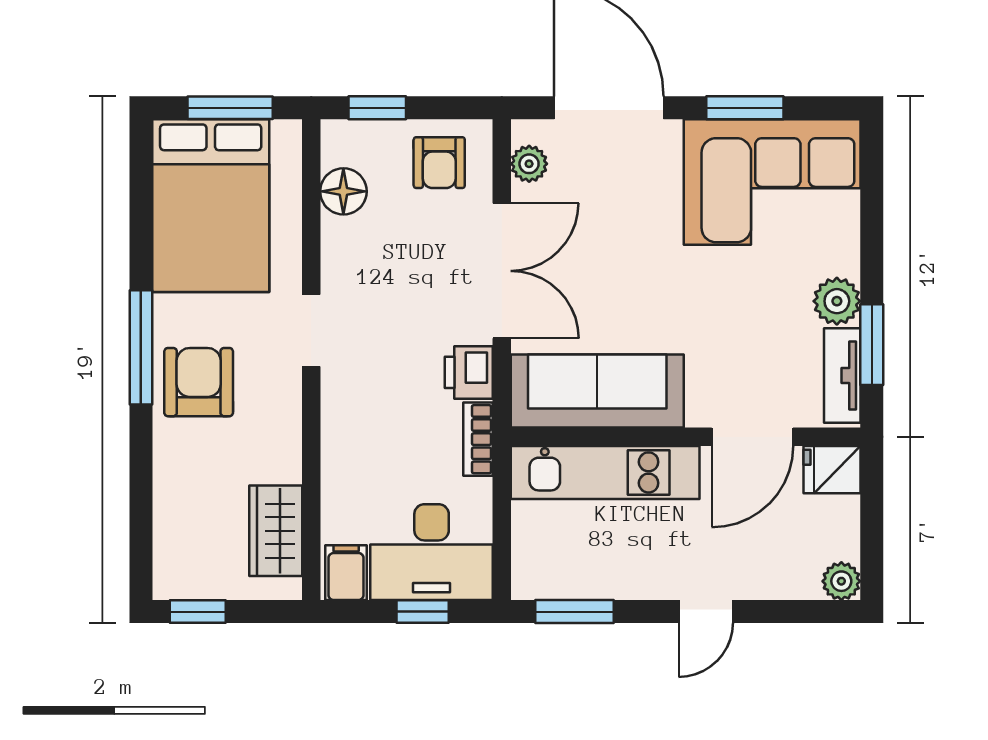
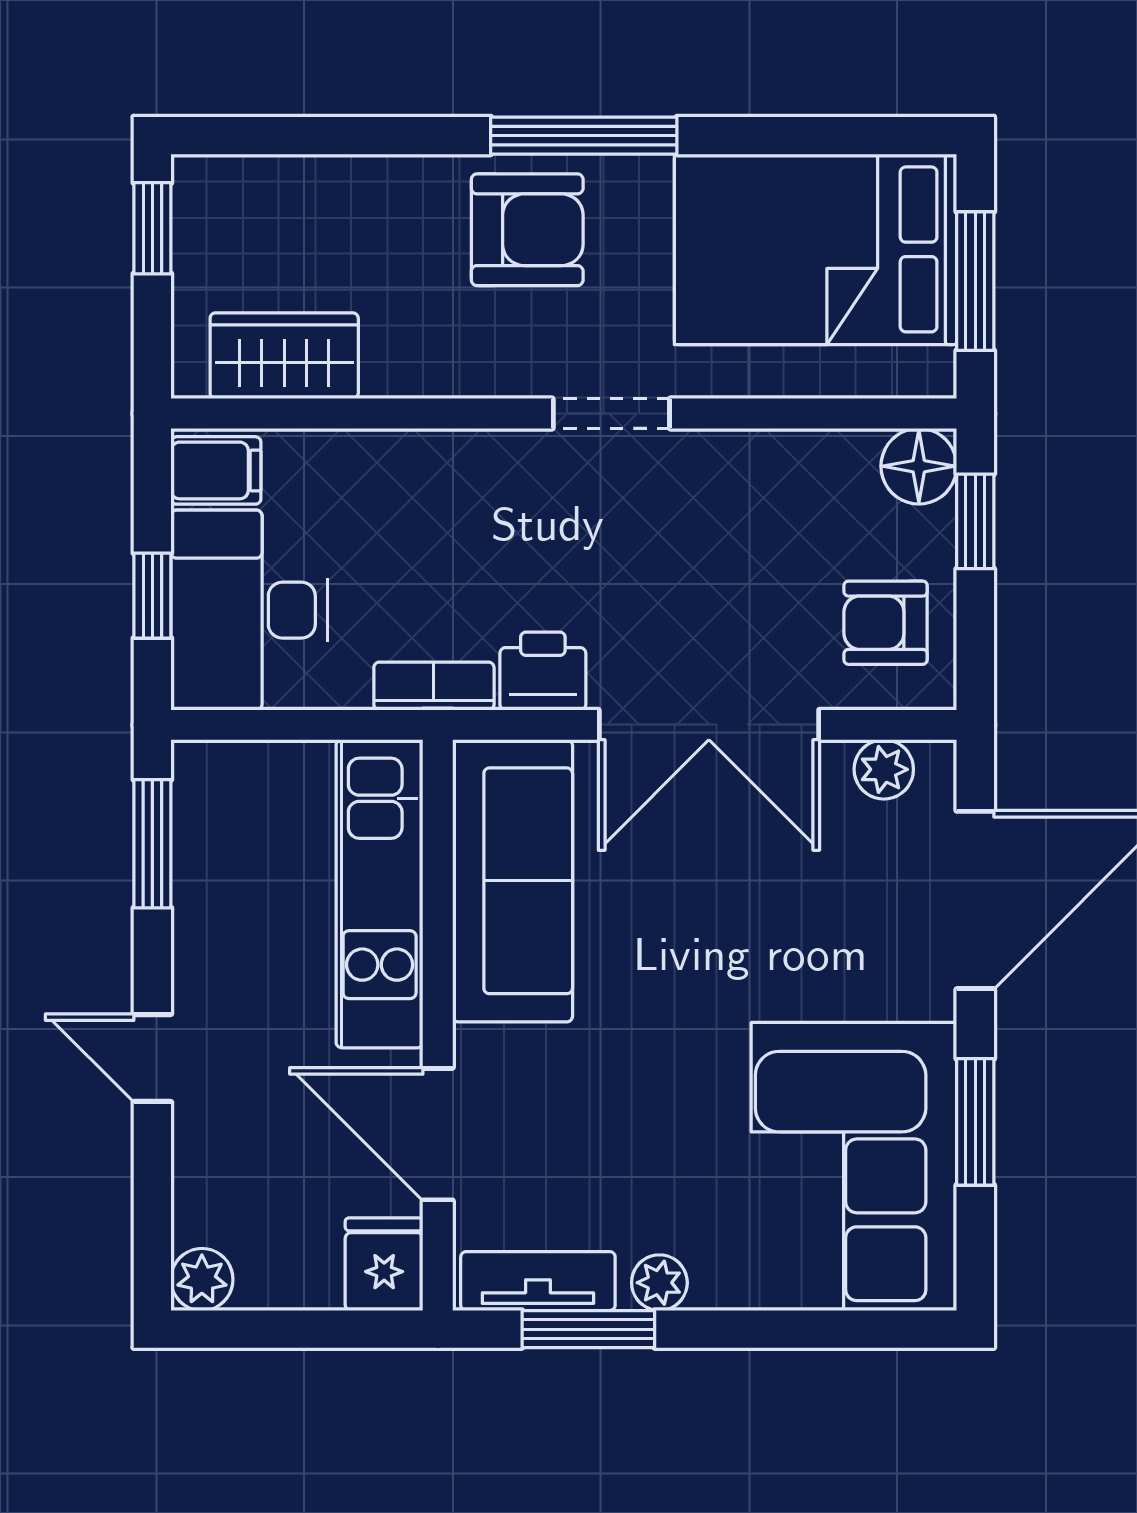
floor lamp: (343, 191) -> (919, 466), moved
plant: (837, 301) -> (659, 1283), width x0.73, depth x0.73

